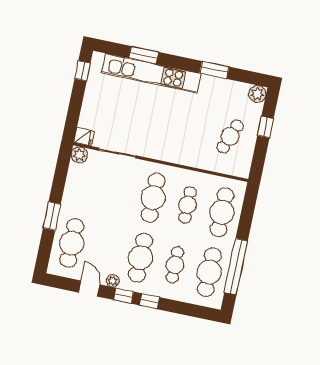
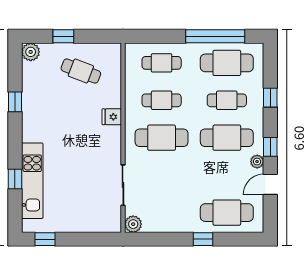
window: (144, 55) -> (15, 179), width x0.67
window: (214, 70) -> (15, 102), width x0.67
kitchen unit: (151, 73) -> (32, 181), width x0.73
fridge: (84, 137) -> (112, 117), moved, turned -90
cafe table: (222, 212) -> (162, 63), width x0.73, depth x0.74
window: (52, 216) -> (203, 239), width x0.67
window: (150, 301) -> (270, 98), moved

